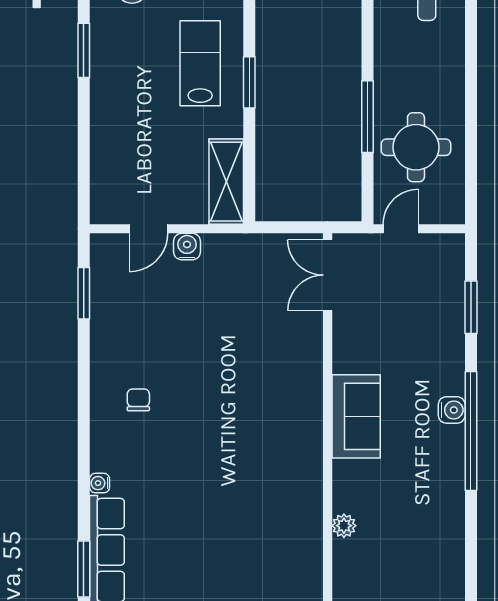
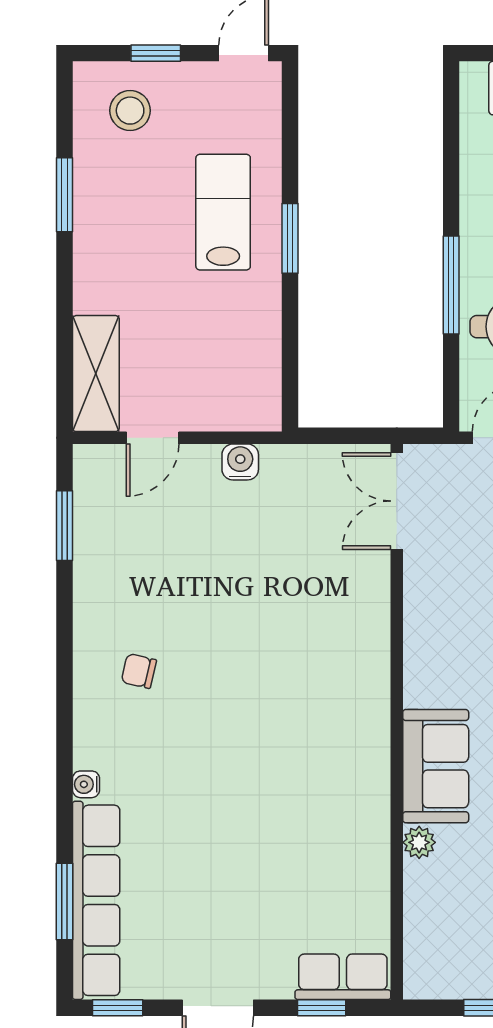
shelving: (226, 182) -> (96, 374), moved
water cooler: (187, 247) -> (240, 462), moved
chair: (138, 400) -> (139, 671), turned -77
sofa: (356, 416) -> (436, 766), moved

